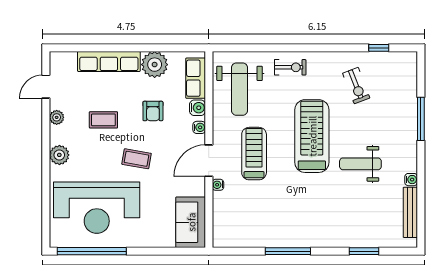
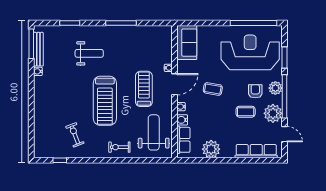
row of seats: (109, 61) -> (256, 151), moved
door: (46, 87) -> (284, 134), hinge flipped
armchair: (153, 111) -> (255, 91), moved
plant: (57, 117) -> (273, 113), width x1.88, depth x1.88
window: (421, 119) -> (31, 44), moved
window: (46, 143) -> (284, 96), added
treadmill: (254, 154) -> (144, 89), turned 180
coffee table: (137, 159) -> (213, 89), moved
weight bench: (360, 164) -> (89, 53), moved
window: (46, 200) -> (284, 57), added

